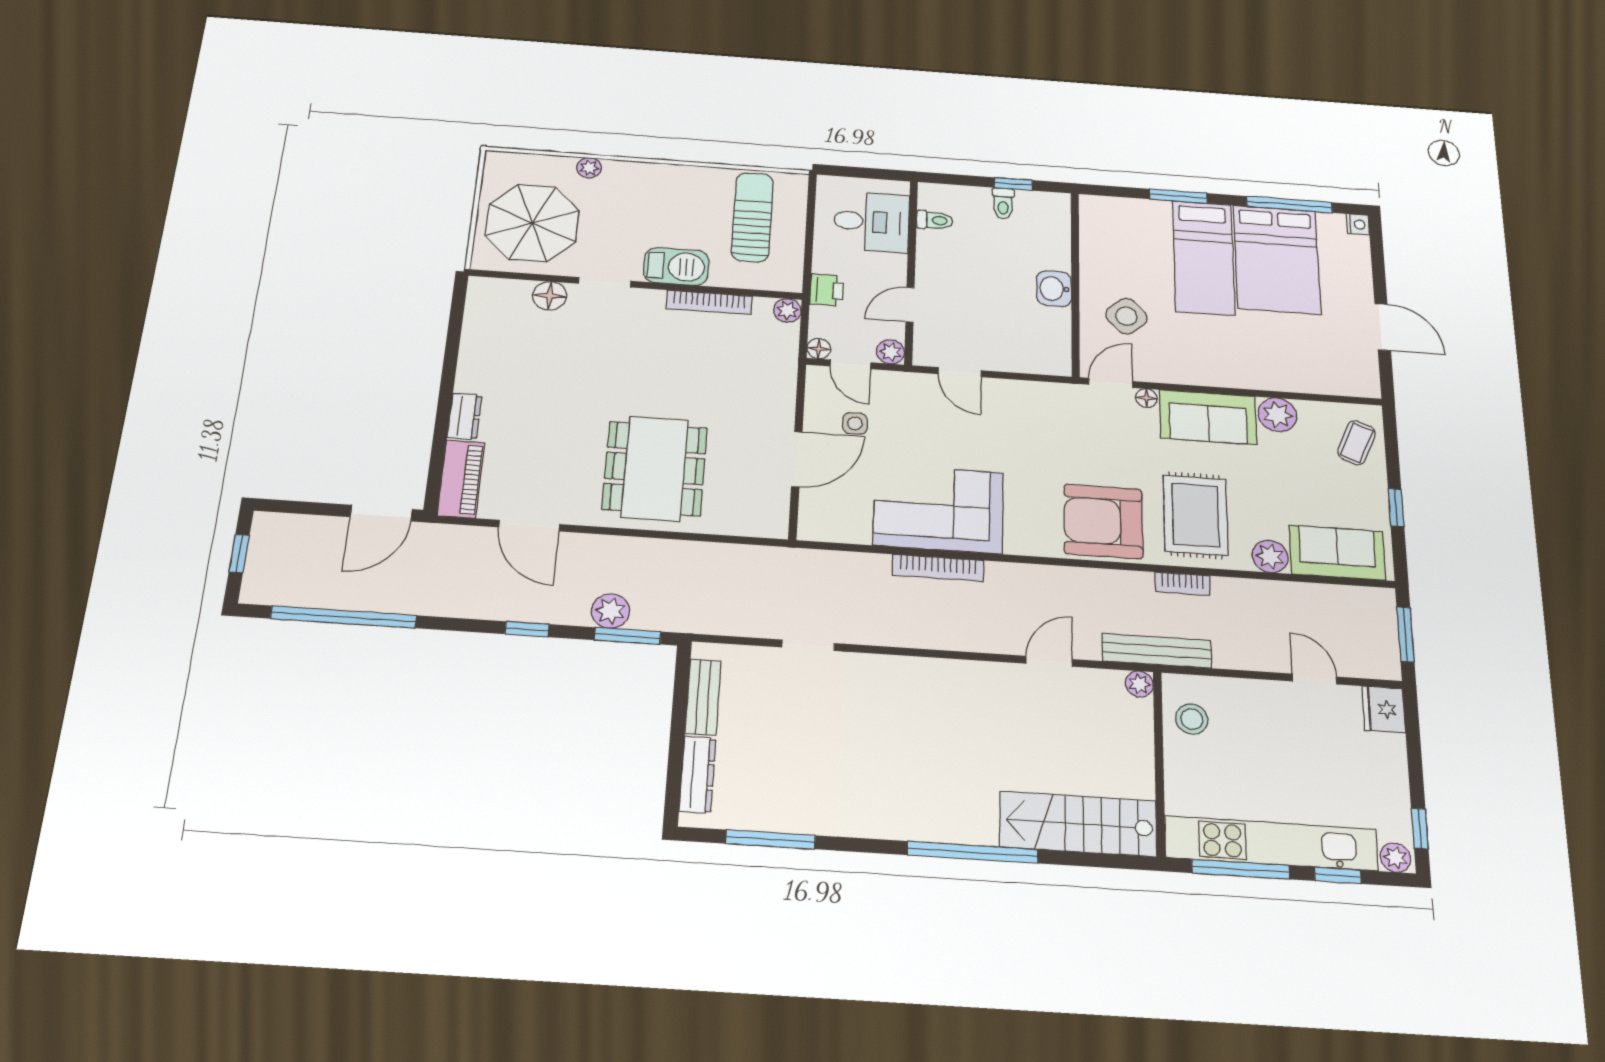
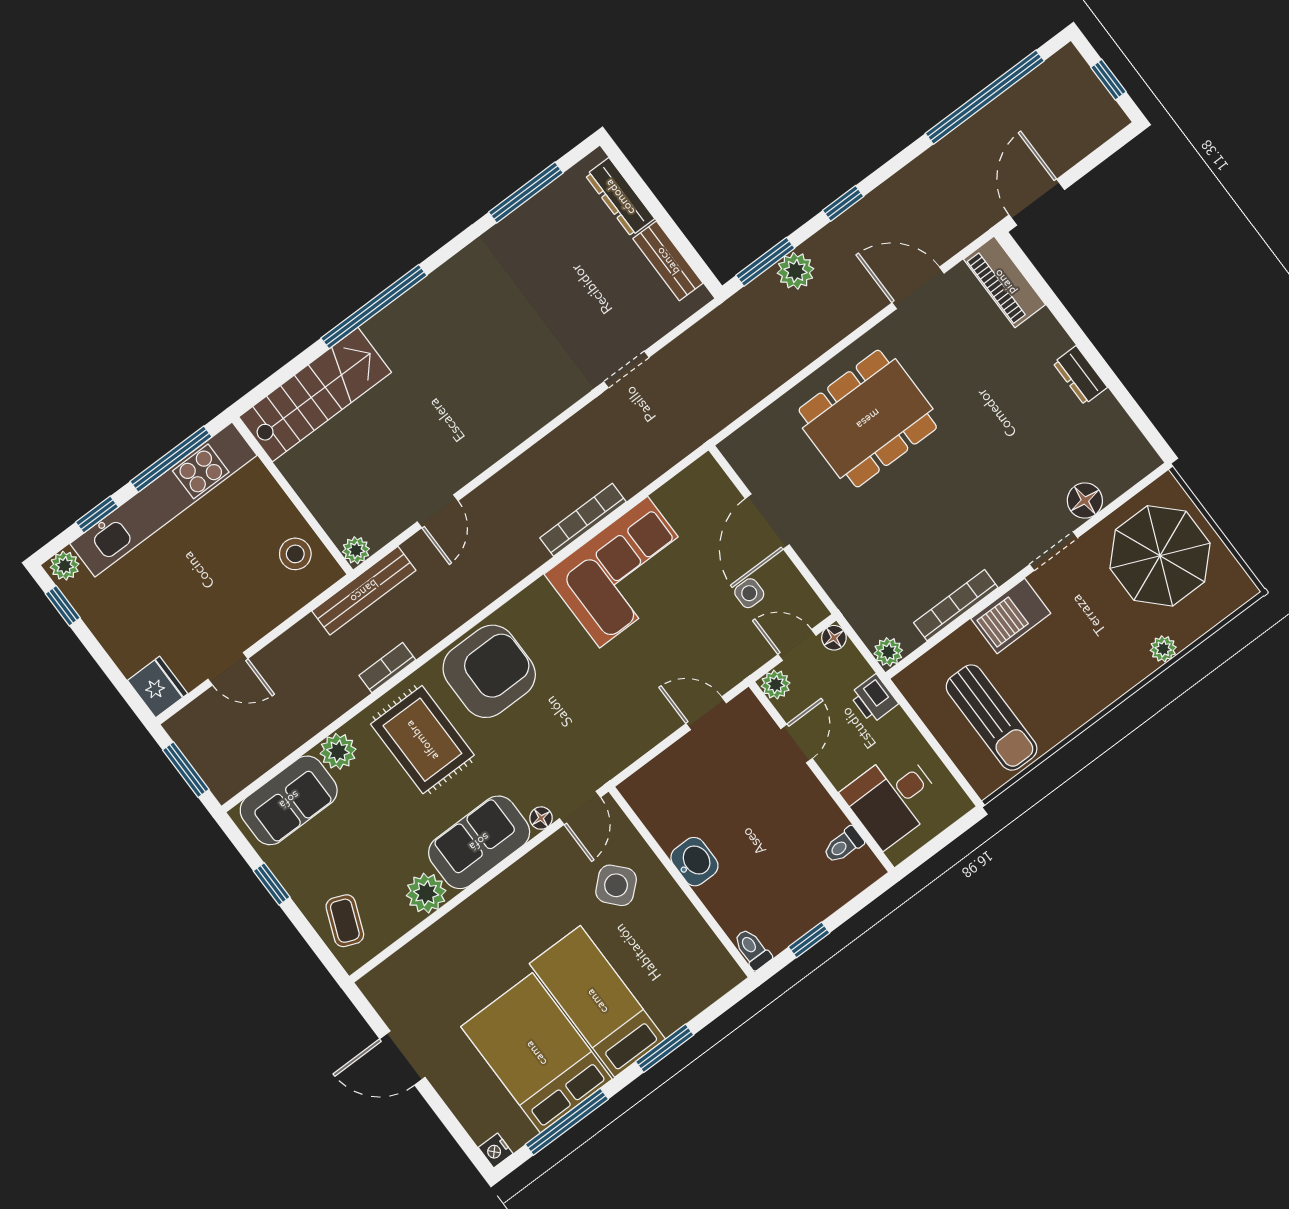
toilet: (1003, 204) -> (752, 949), moved
dresser: (465, 416) -> (1080, 375), moved
dining table: (655, 468) -> (868, 419), turned 90

